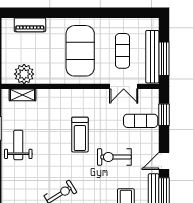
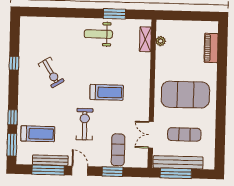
plant: (24, 74) -> (161, 41), width x0.53, depth x0.53
window: (164, 115) -> (113, 172), moved
treadmill: (80, 135) -> (107, 92), turned 180
weight bench: (18, 145) -> (98, 34), turned 180

